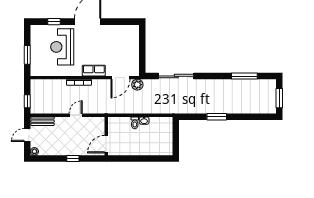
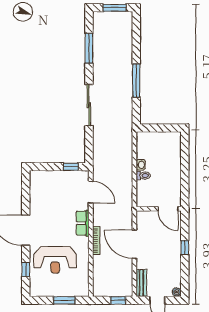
window: (142, 60) -> (71, 167), added
sliding door: (176, 76) -> (89, 105), moved
plant: (137, 85) -> (99, 173), removed
door: (76, 115) -> (134, 244), width x1.88
window: (217, 117) -> (136, 80), width x1.44

